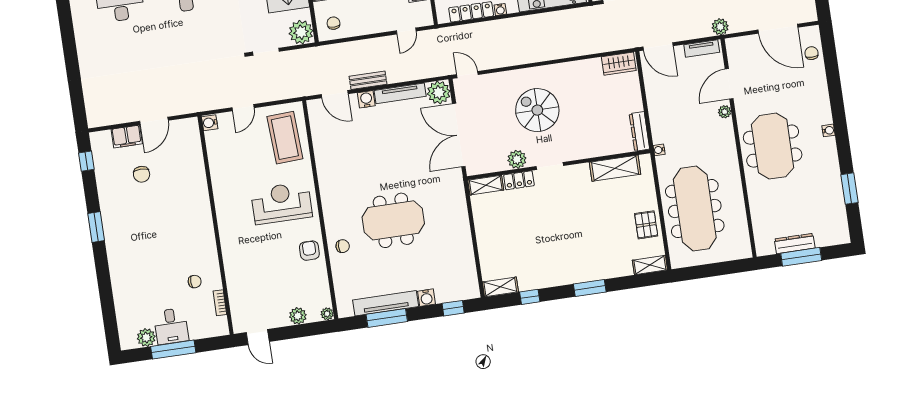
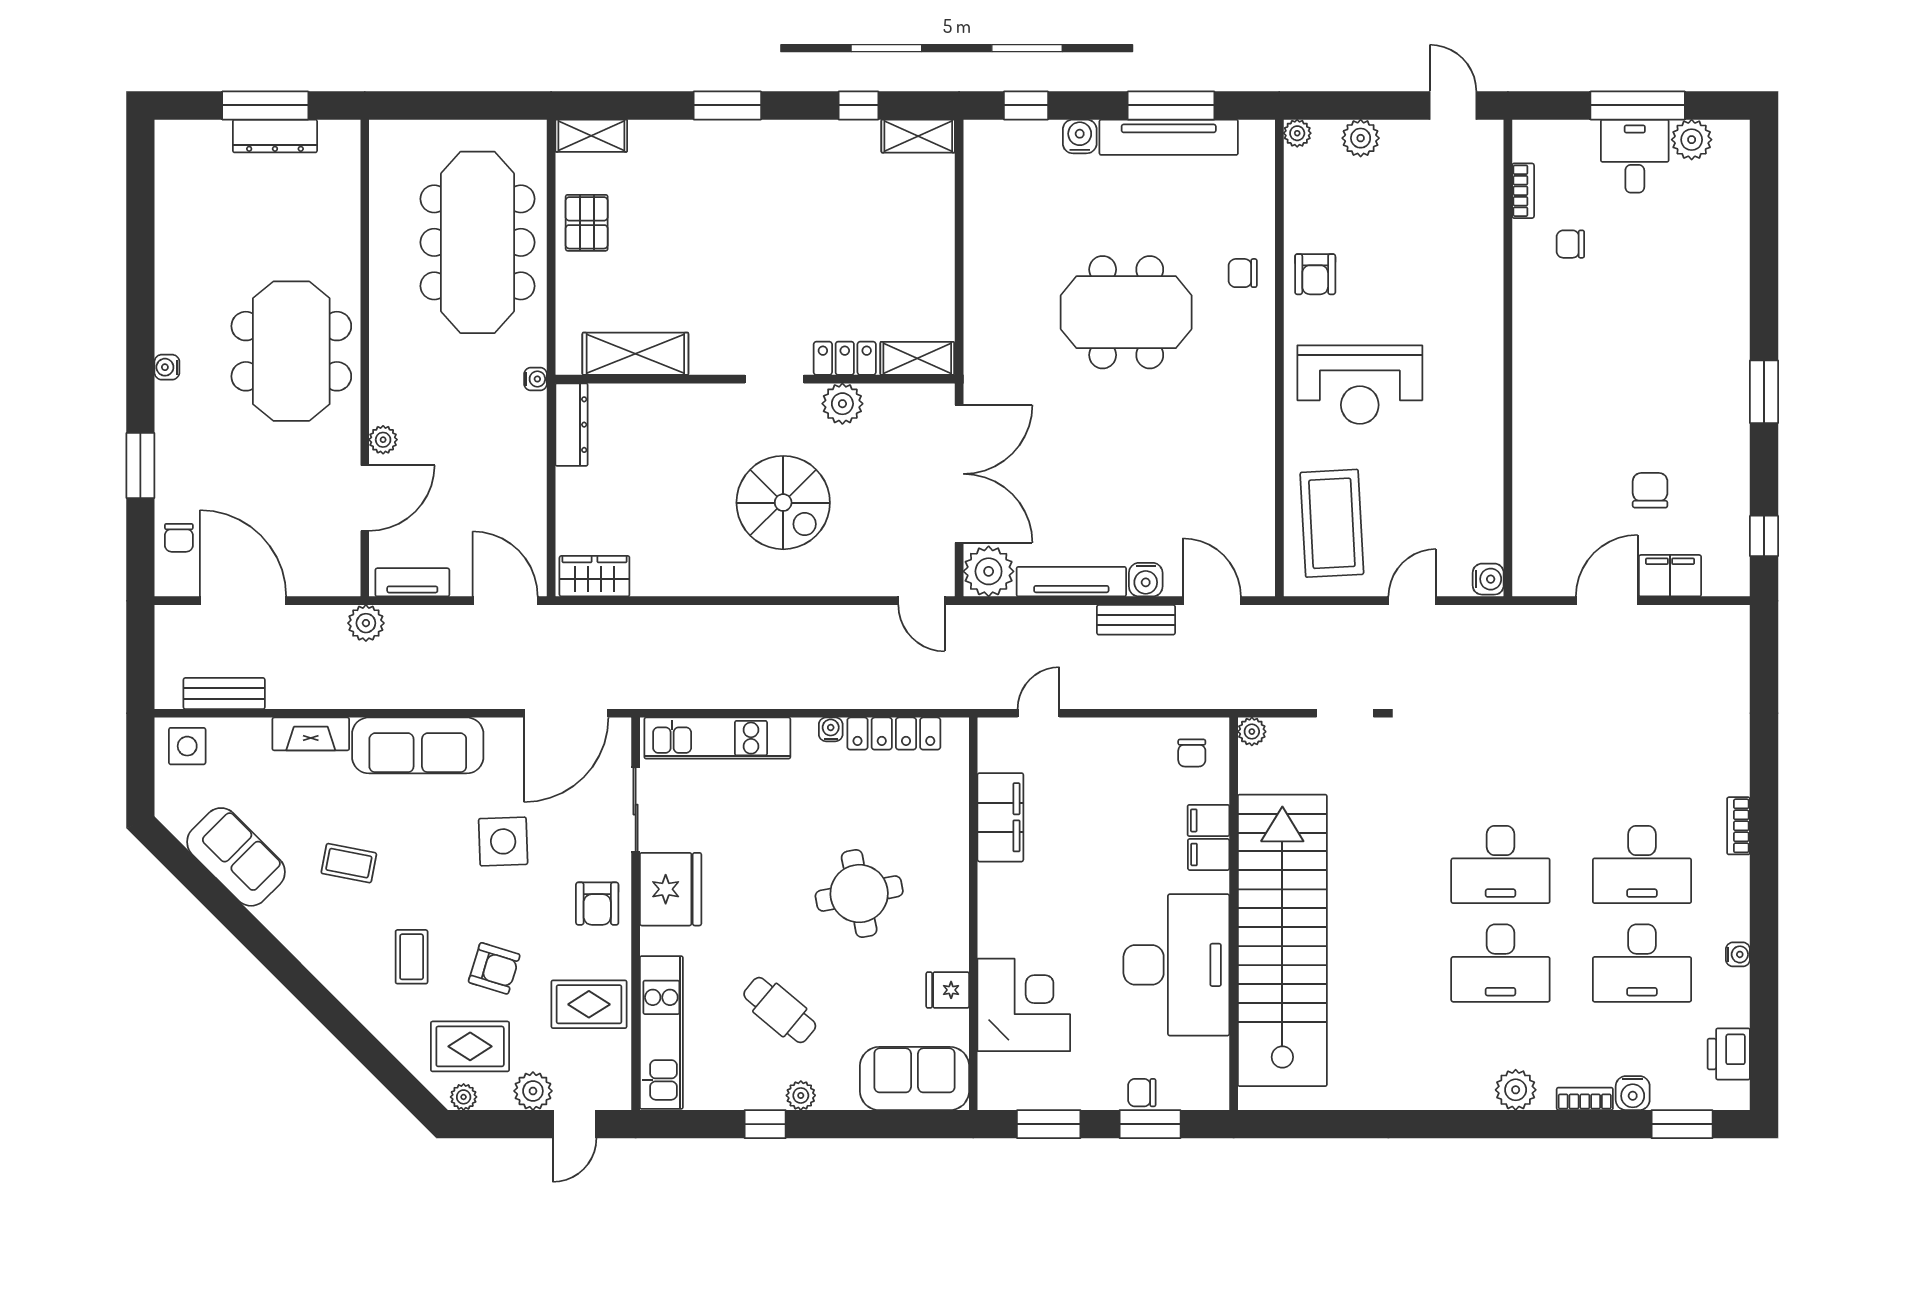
bookcase: (78, 27) -> (1738, 826), added
plant: (301, 32) -> (1252, 732), width x0.53, depth x0.53
window: (850, 189) -> (140, 465), moved

